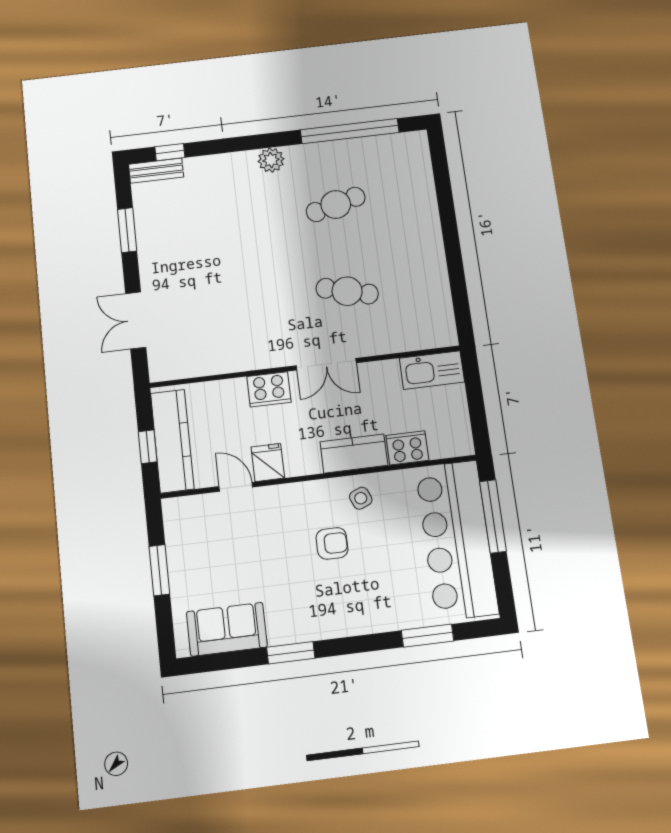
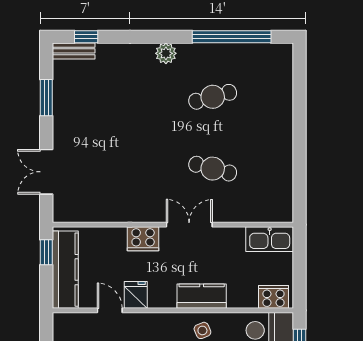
double door: (326, 364) -> (189, 225), swing flipped
window: (148, 447) -> (46, 252), moved
cooker: (407, 448) -> (273, 297), moved

